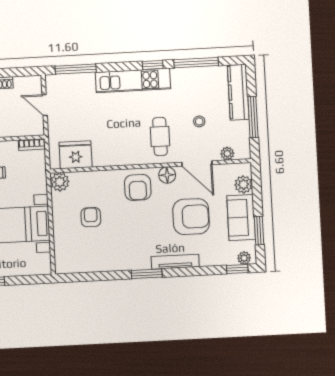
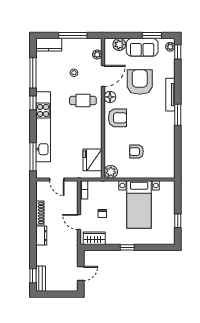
kitchen unit: (133, 81) -> (43, 127), width x1.36
kitchen counter: (238, 92) -> (49, 45), width x0.67
door: (45, 105) -> (57, 180), hinge flipped

